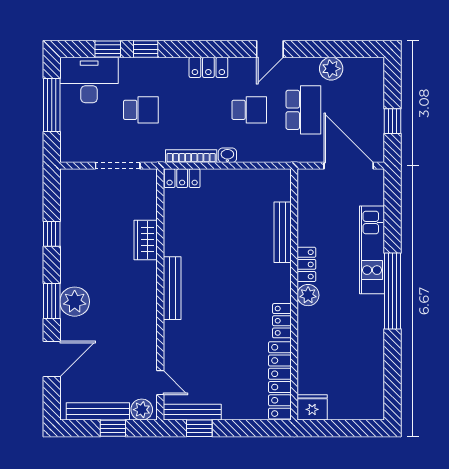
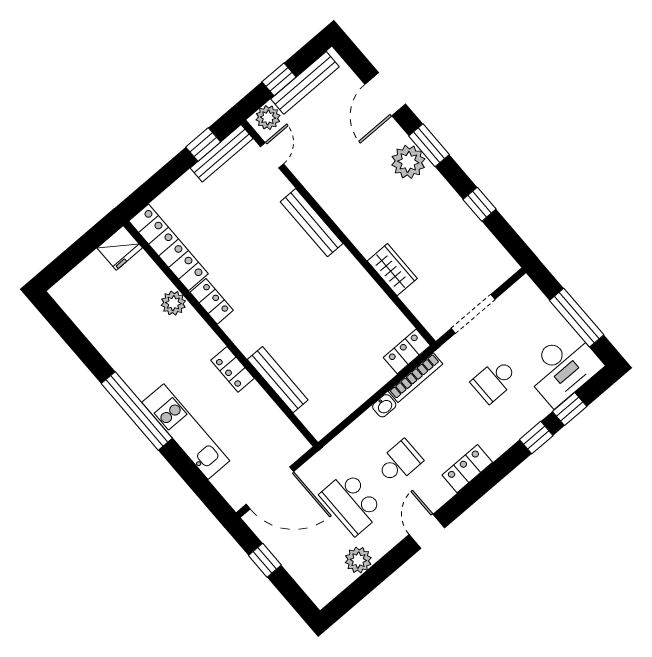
school desk: (249, 110) -> (399, 462), turned 180
bench: (172, 288) -> (312, 223), moved
plant: (308, 295) -> (173, 303), moved
door: (160, 383) -> (272, 155), swing flipped

